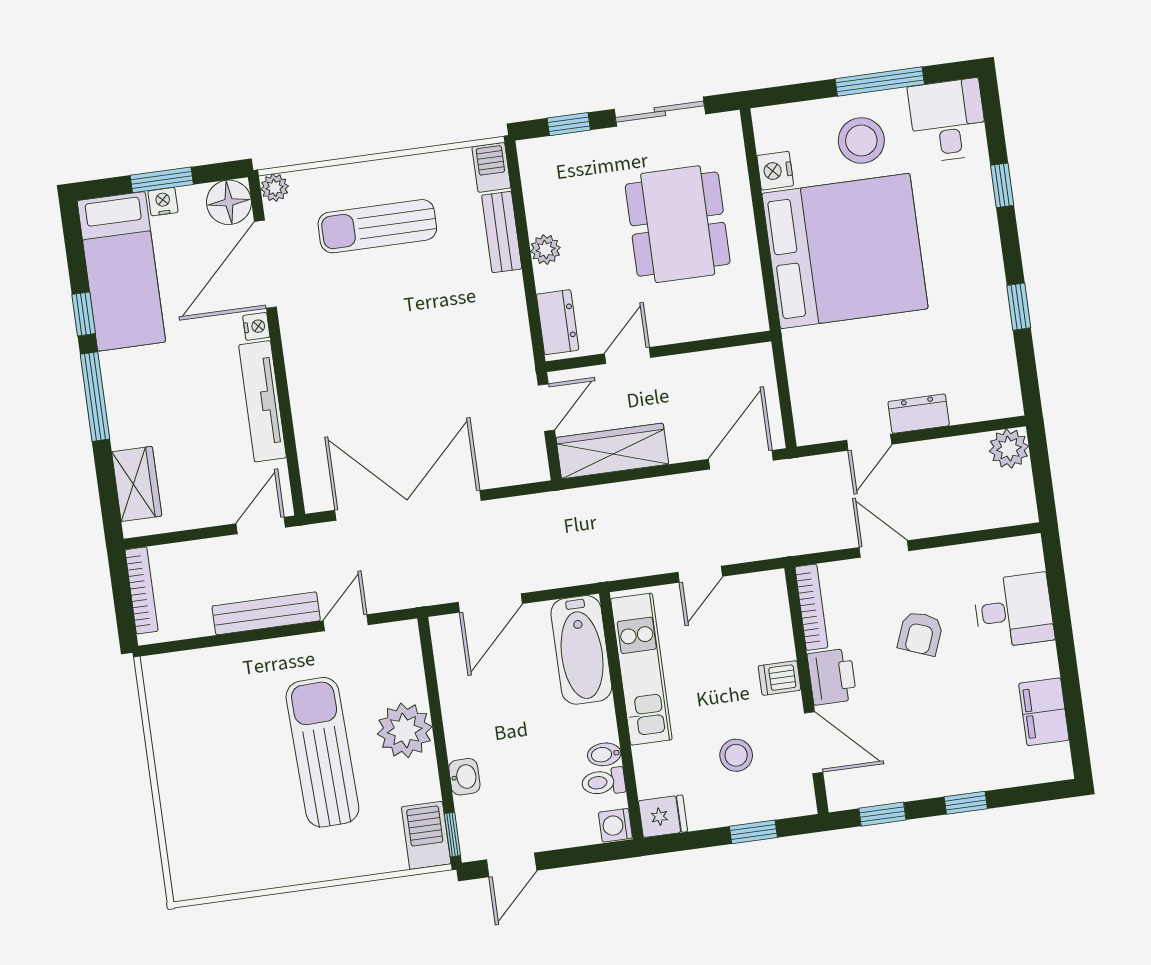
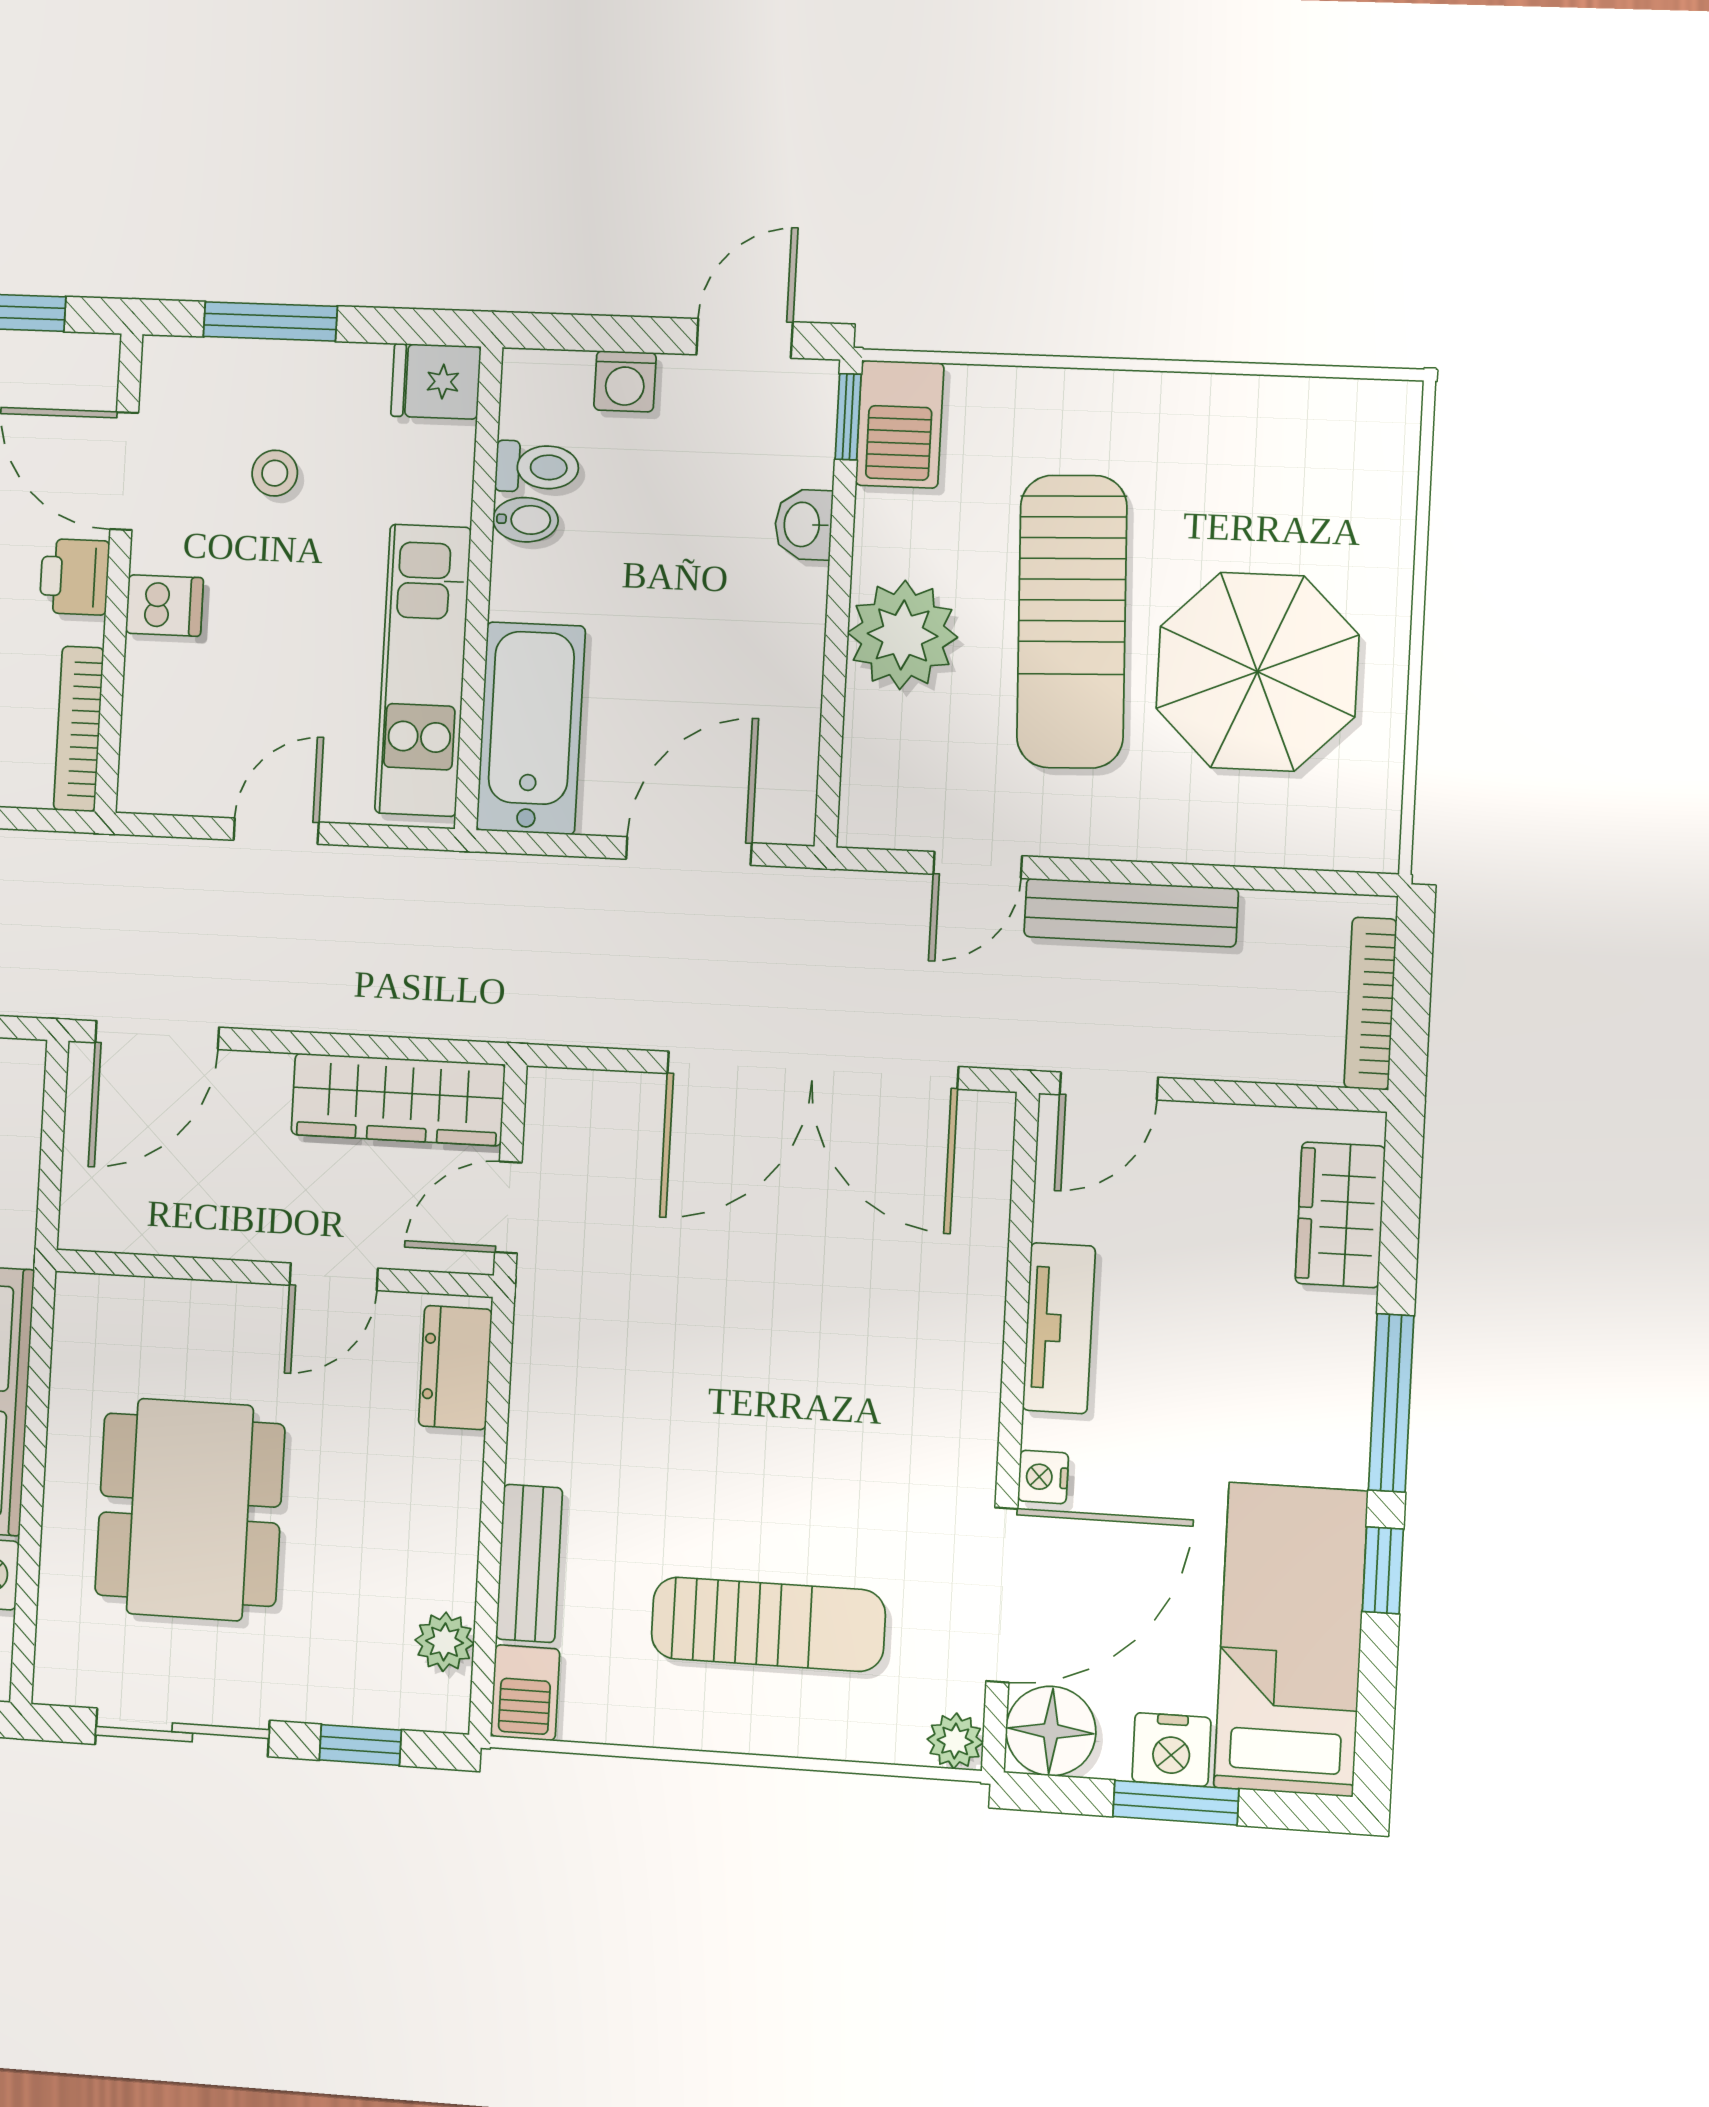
nightstand: (163, 202) -> (1171, 1750), width x1.39, depth x1.35
plant: (545, 250) -> (445, 1642), moved
tv unit: (263, 401) -> (1059, 1328), width x0.71
printer: (832, 677) -> (75, 577), width x0.73, depth x0.81
parasol: (227, 744) -> (1257, 672), added
stool: (736, 755) -> (275, 473), width x0.73, depth x0.73
washing machine: (615, 825) -> (625, 381), moved, turned 90
window: (753, 832) -> (270, 321), width x1.50

